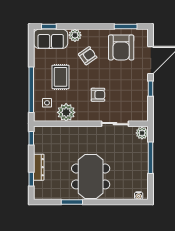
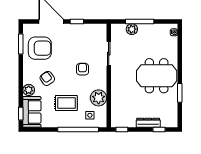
plant: (142, 133) -> (132, 29), moved

